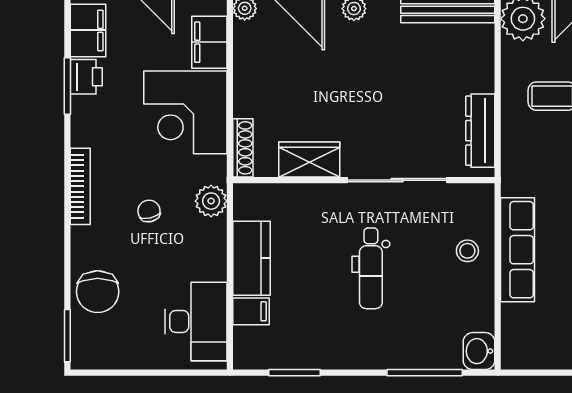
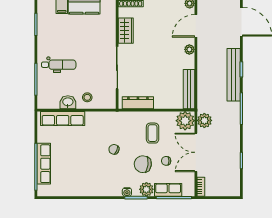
row of seats: (518, 250) -> (63, 119), moved
dental chair: (371, 268) -> (59, 65), moved, turned 180
washbasin: (479, 351) -> (68, 102), moved

